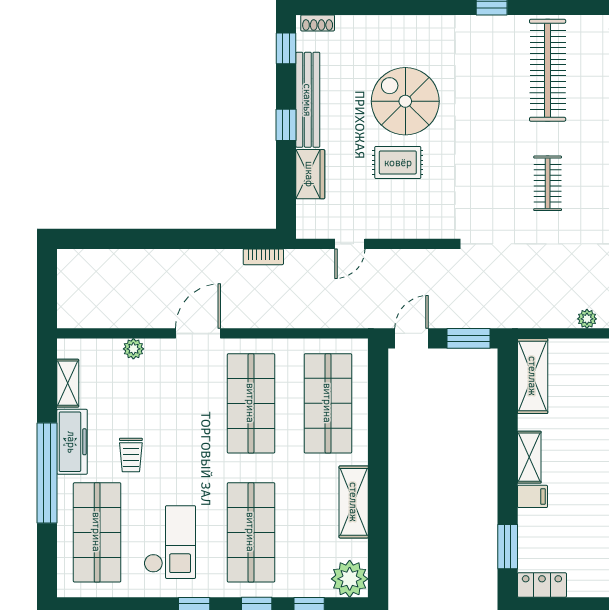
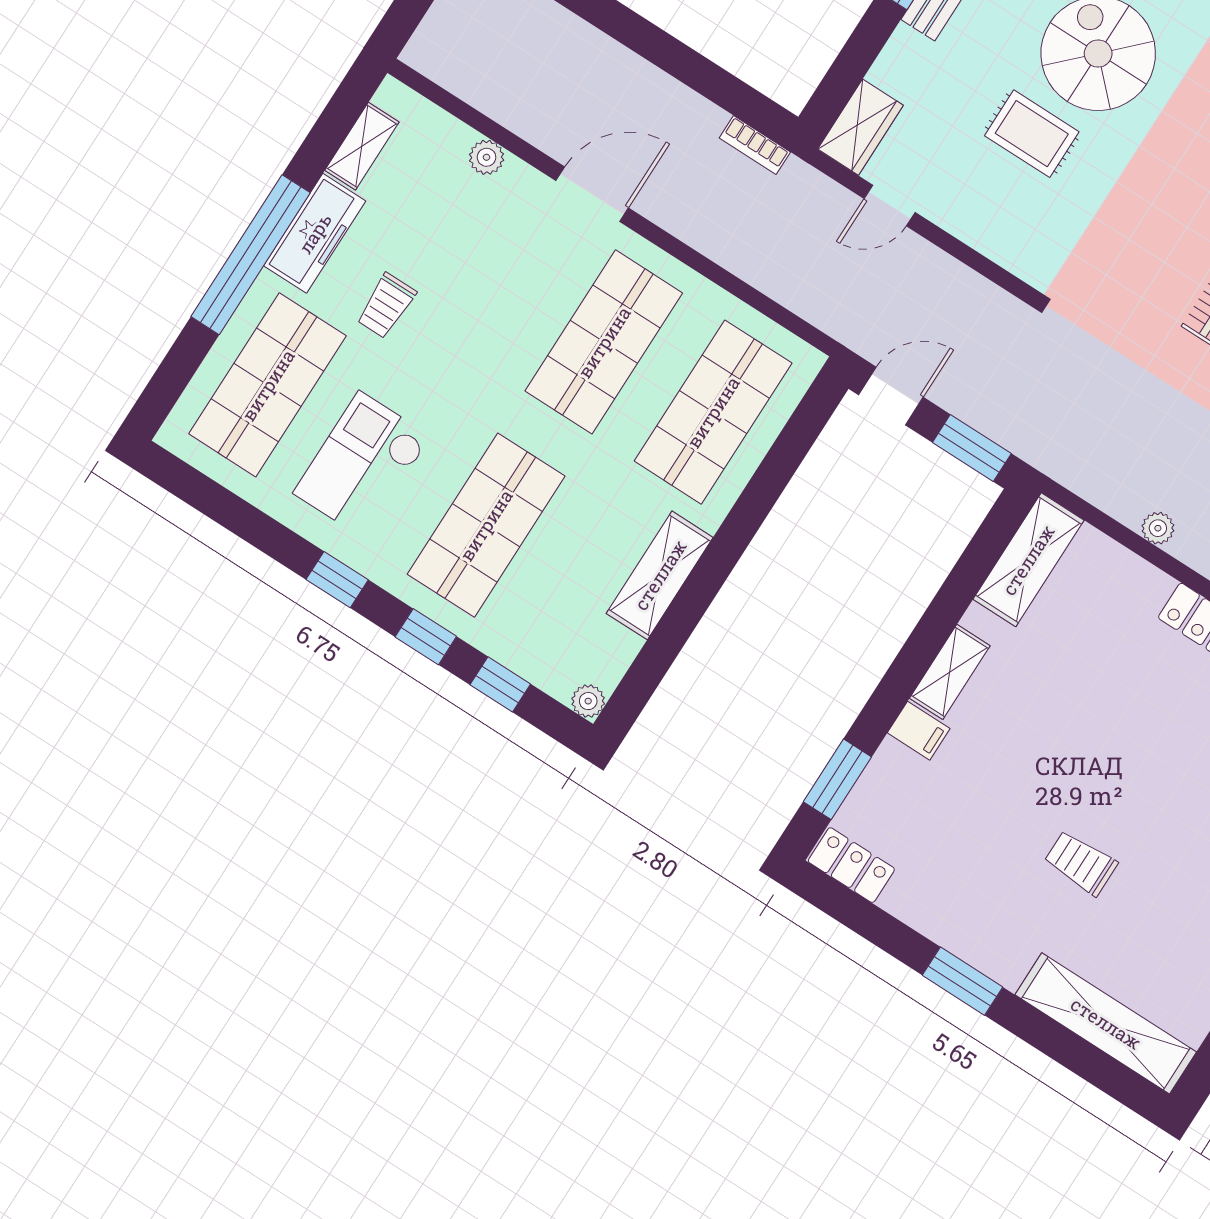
wardrobe: (310, 174) -> (860, 127), moved
checkout: (170, 542) -> (362, 465), turned 180
plant: (350, 579) -> (588, 701), width x0.53, depth x0.53

